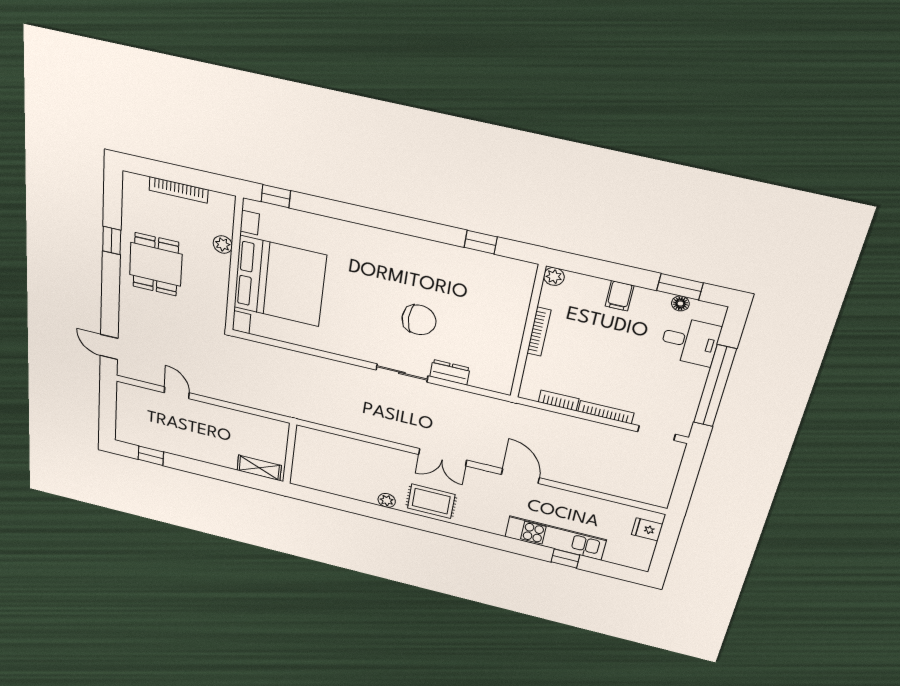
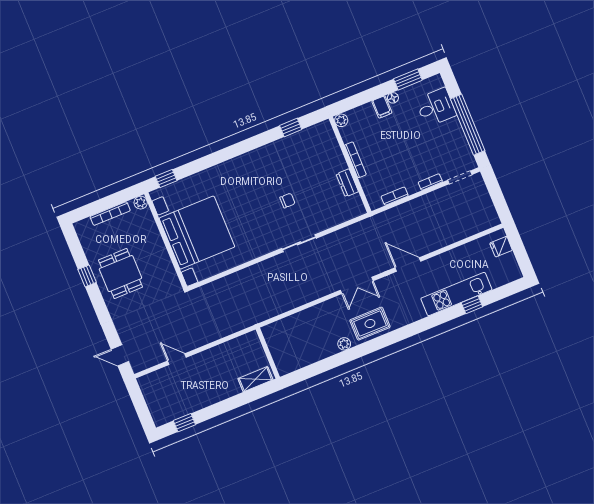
plant: (223, 245) -> (141, 203), moved
floor lamp: (680, 304) -> (393, 98), moved
chair: (419, 320) -> (287, 200), width x0.54, depth x0.54
dresser: (450, 372) -> (347, 183), moved, turned -90
bookcase: (606, 412) -> (430, 182), width x0.64

